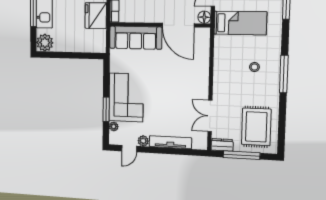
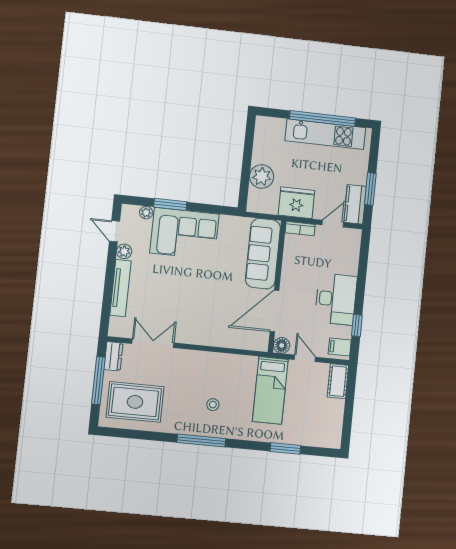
plant: (45, 43) -> (262, 177), moved

